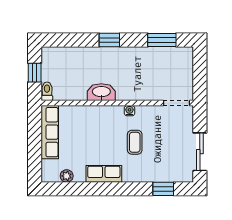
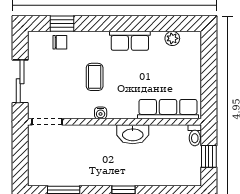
row of seats: (50, 132) -> (168, 109), moved, turned 90
sliding door: (200, 152) -> (20, 81), moved
chair: (165, 173) -> (60, 42), added

